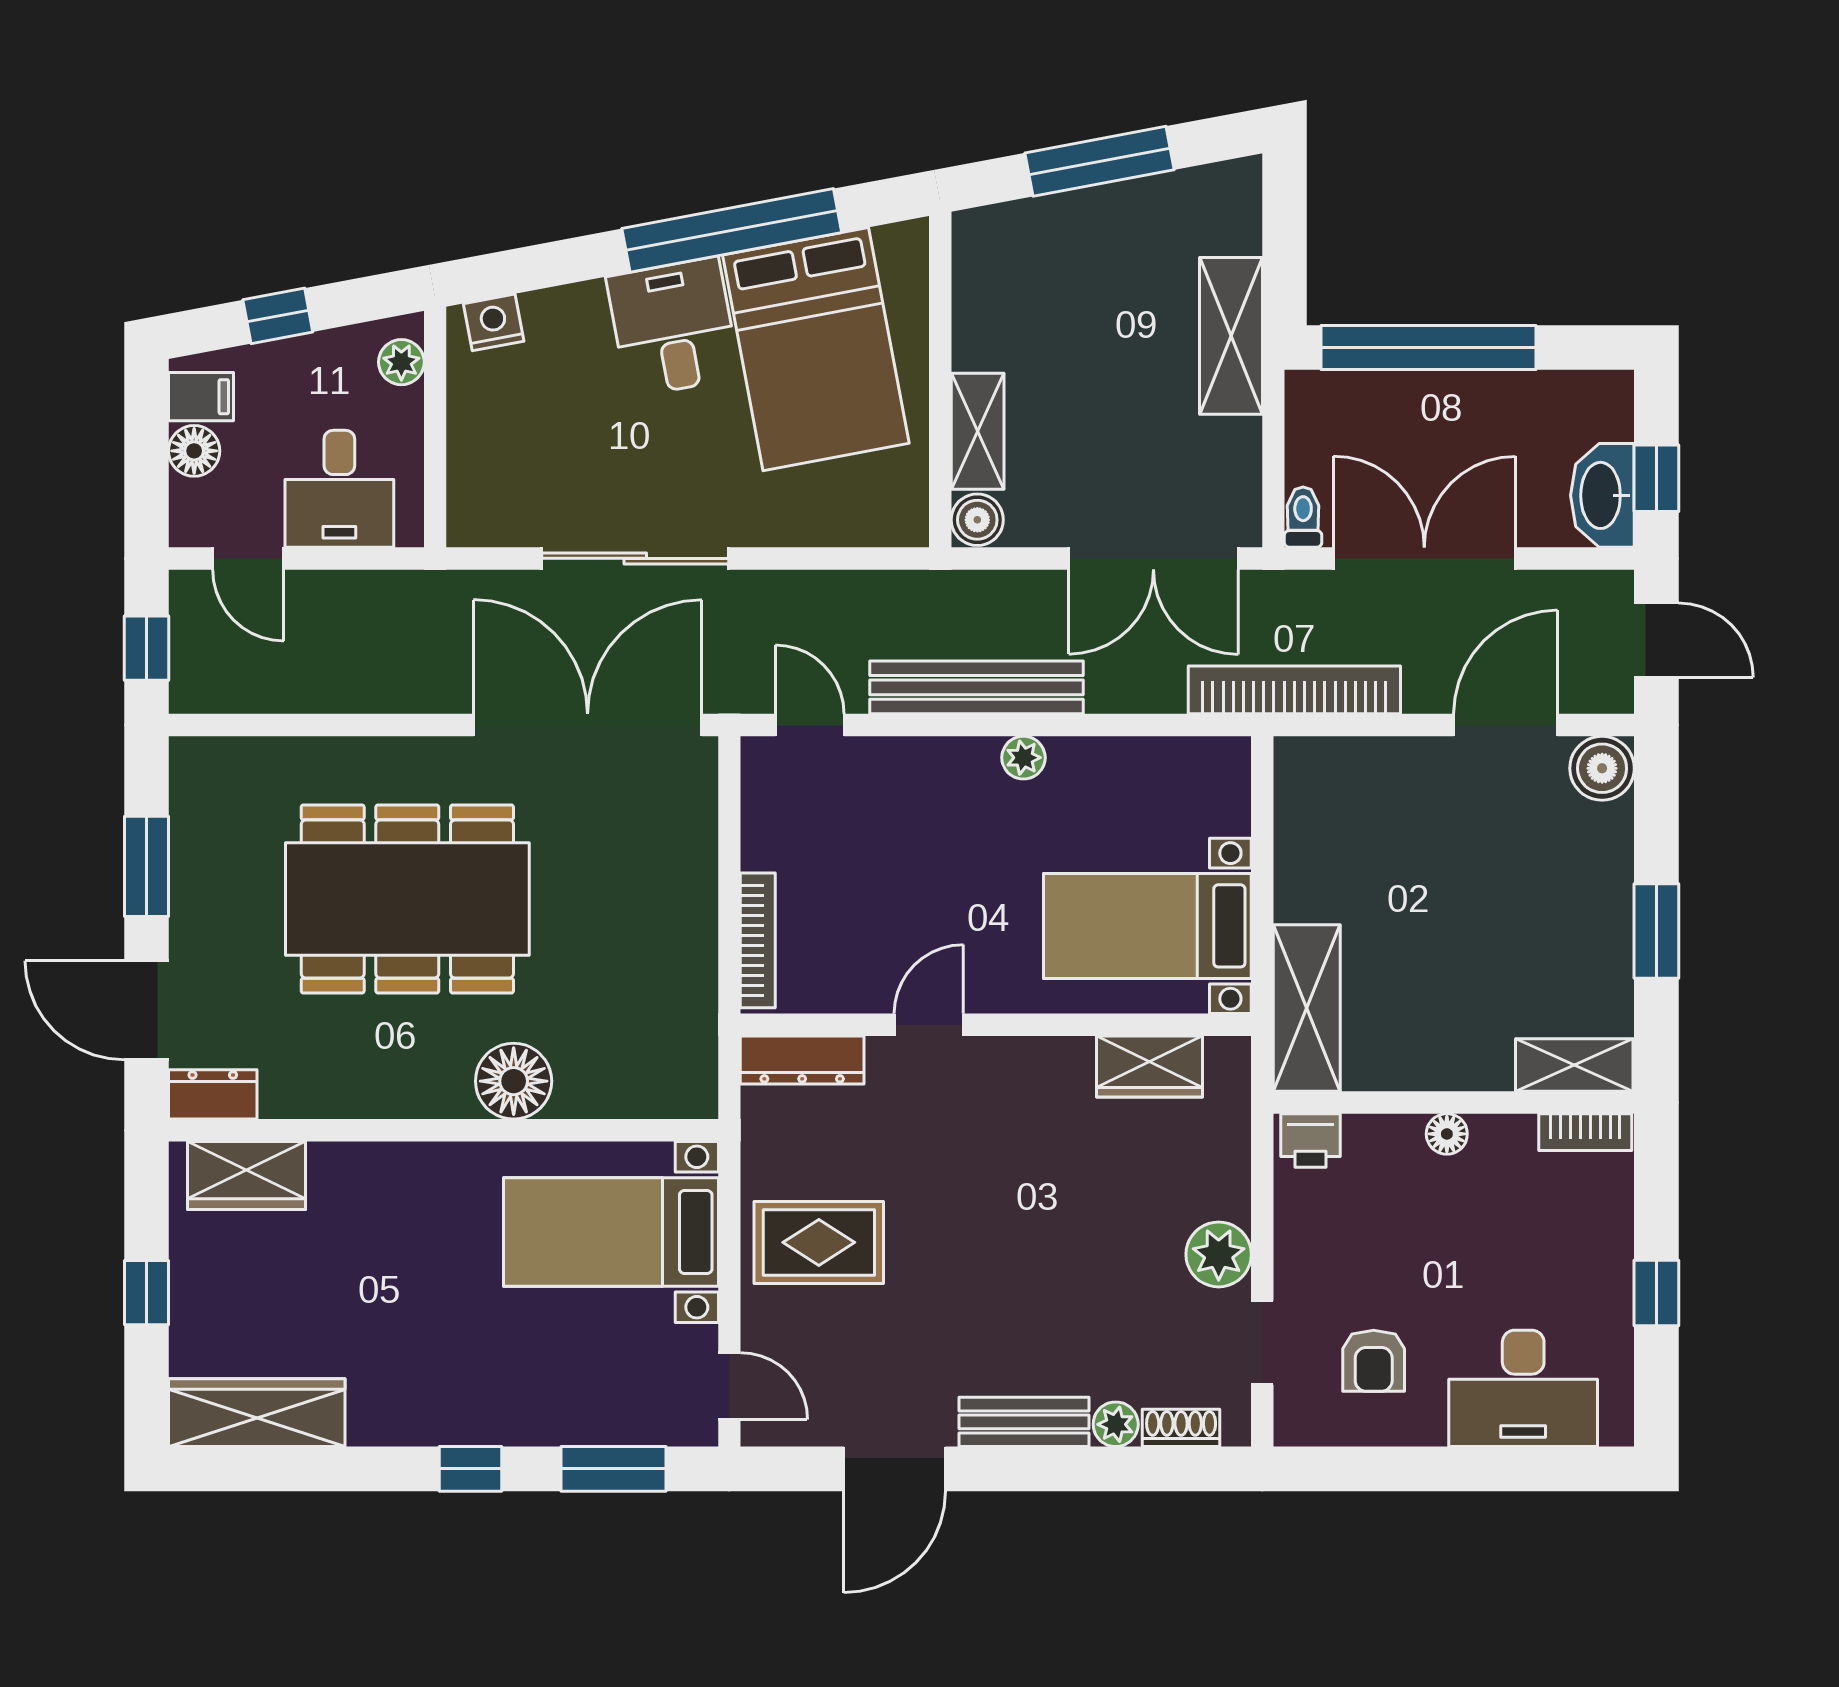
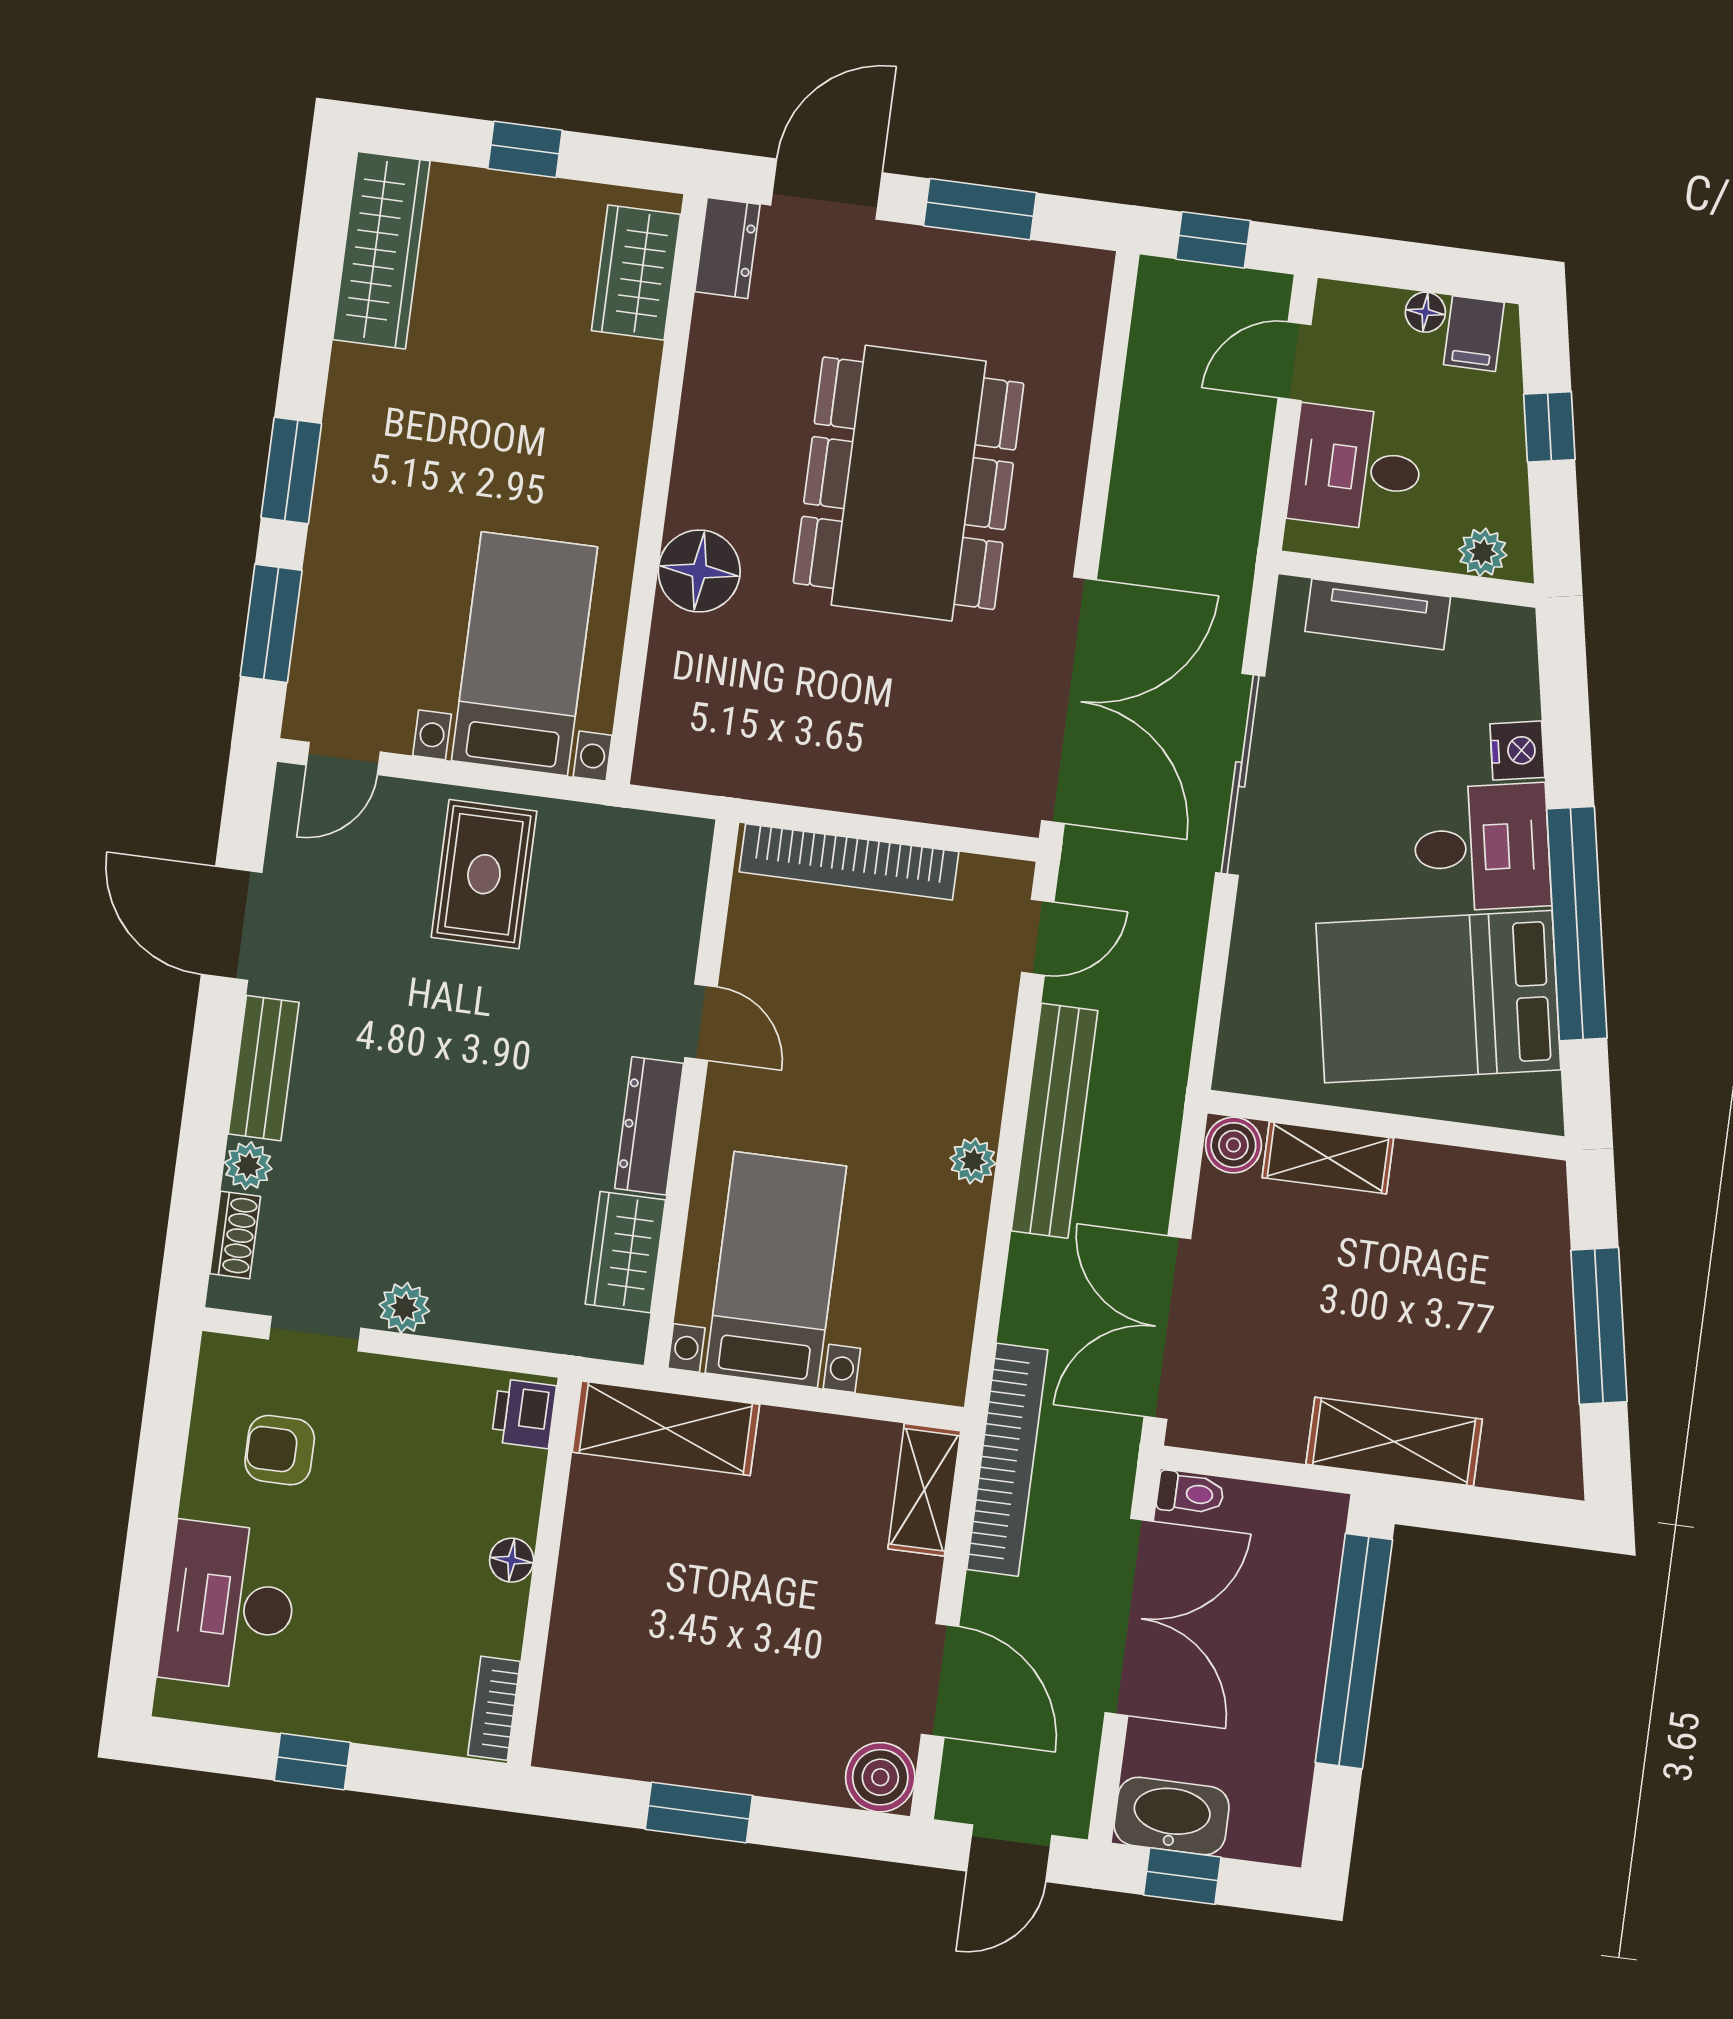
nightstand: (494, 322) -> (1517, 751), moved
floor lamp: (194, 451) -> (1425, 312), width x0.73, depth x0.73
tv unit: (471, 451) -> (1378, 614), added
bookcase: (758, 940) -> (849, 862), width x1.48, depth x1.31
dresser: (802, 1060) -> (649, 1126), moved
shelving: (1574, 1065) -> (924, 1490), moved
plant: (1219, 1254) -> (404, 1308), width x0.73, depth x0.73
window: (470, 1469) -> (291, 470), width x1.50

